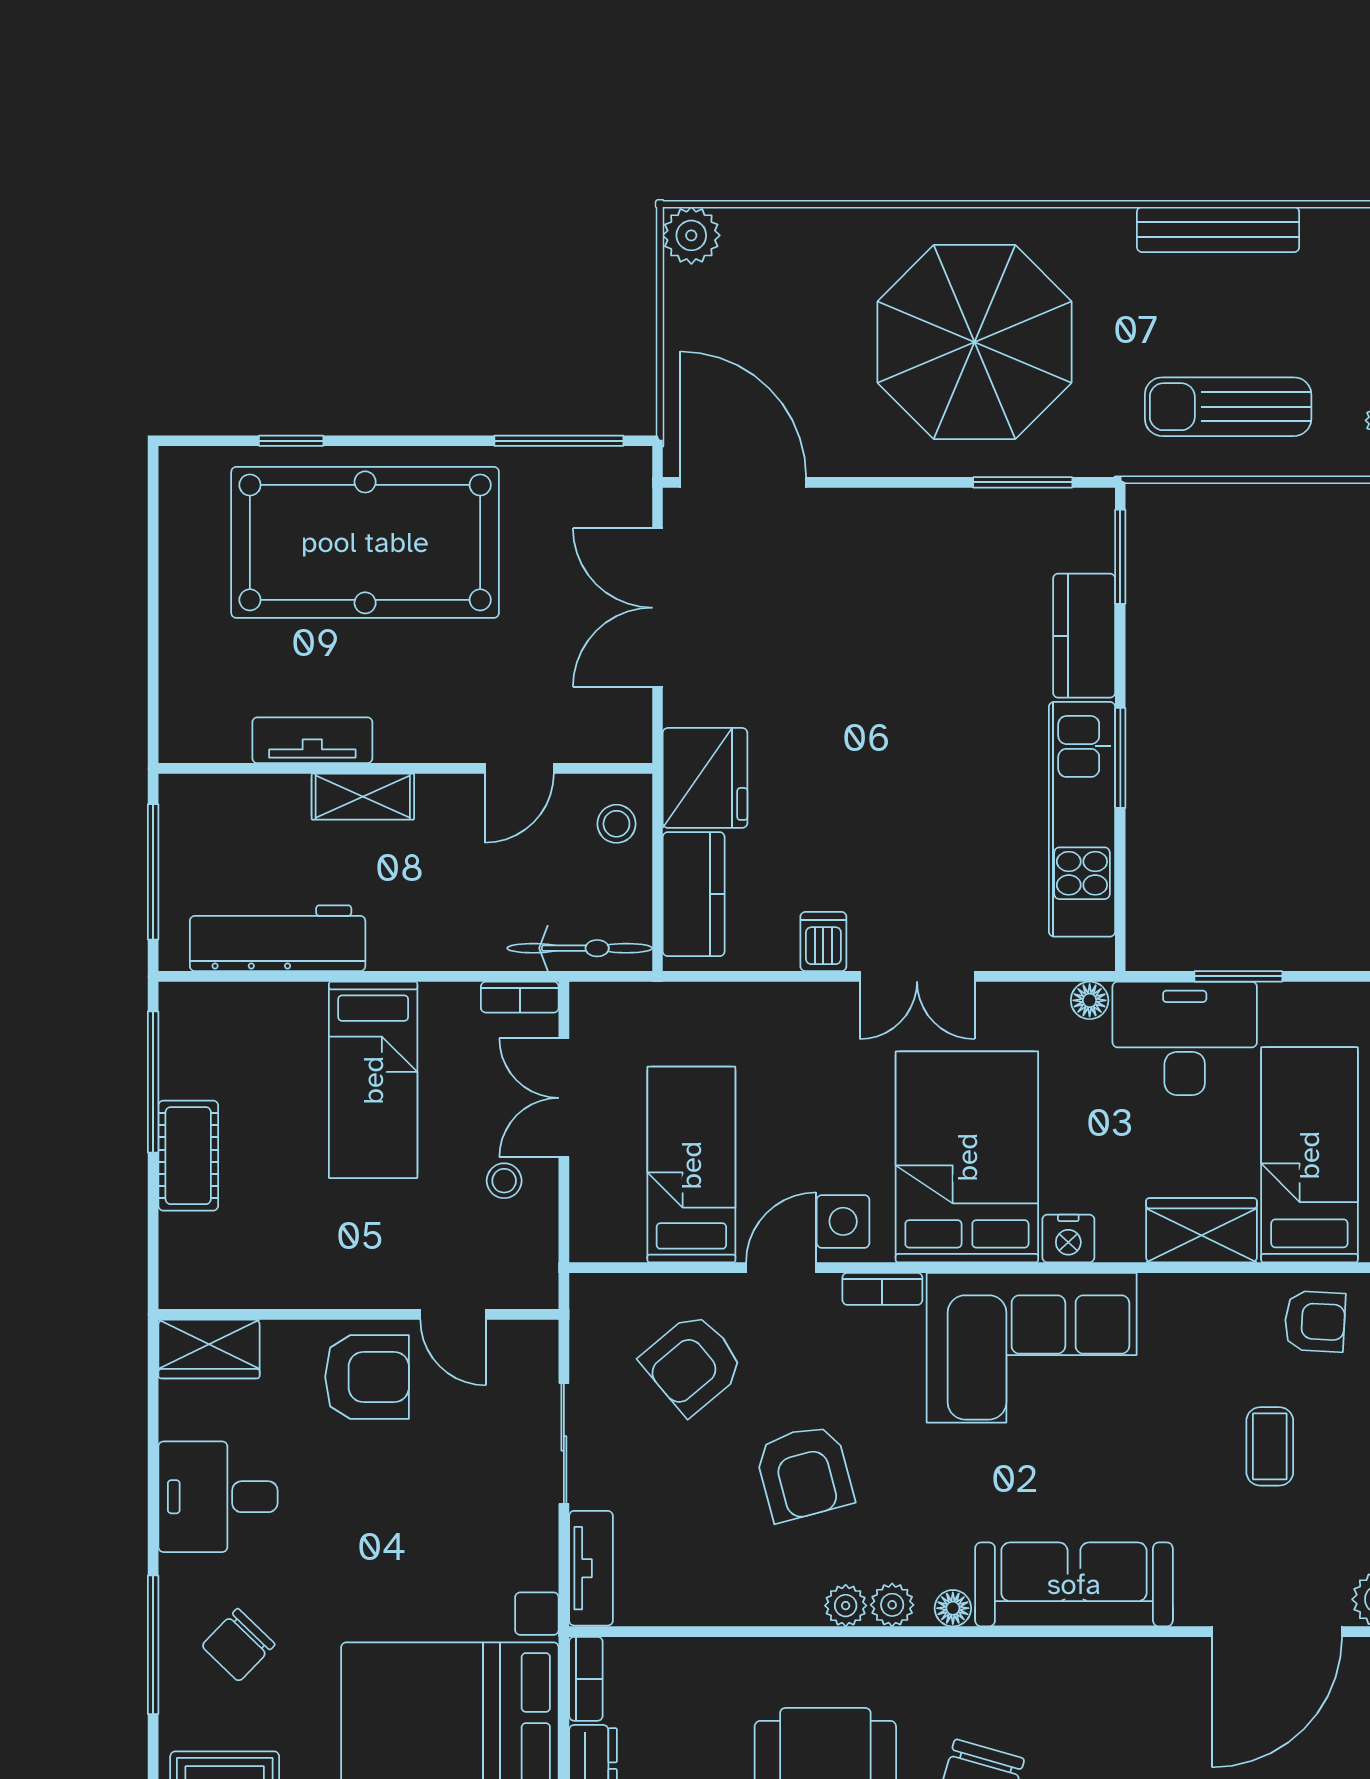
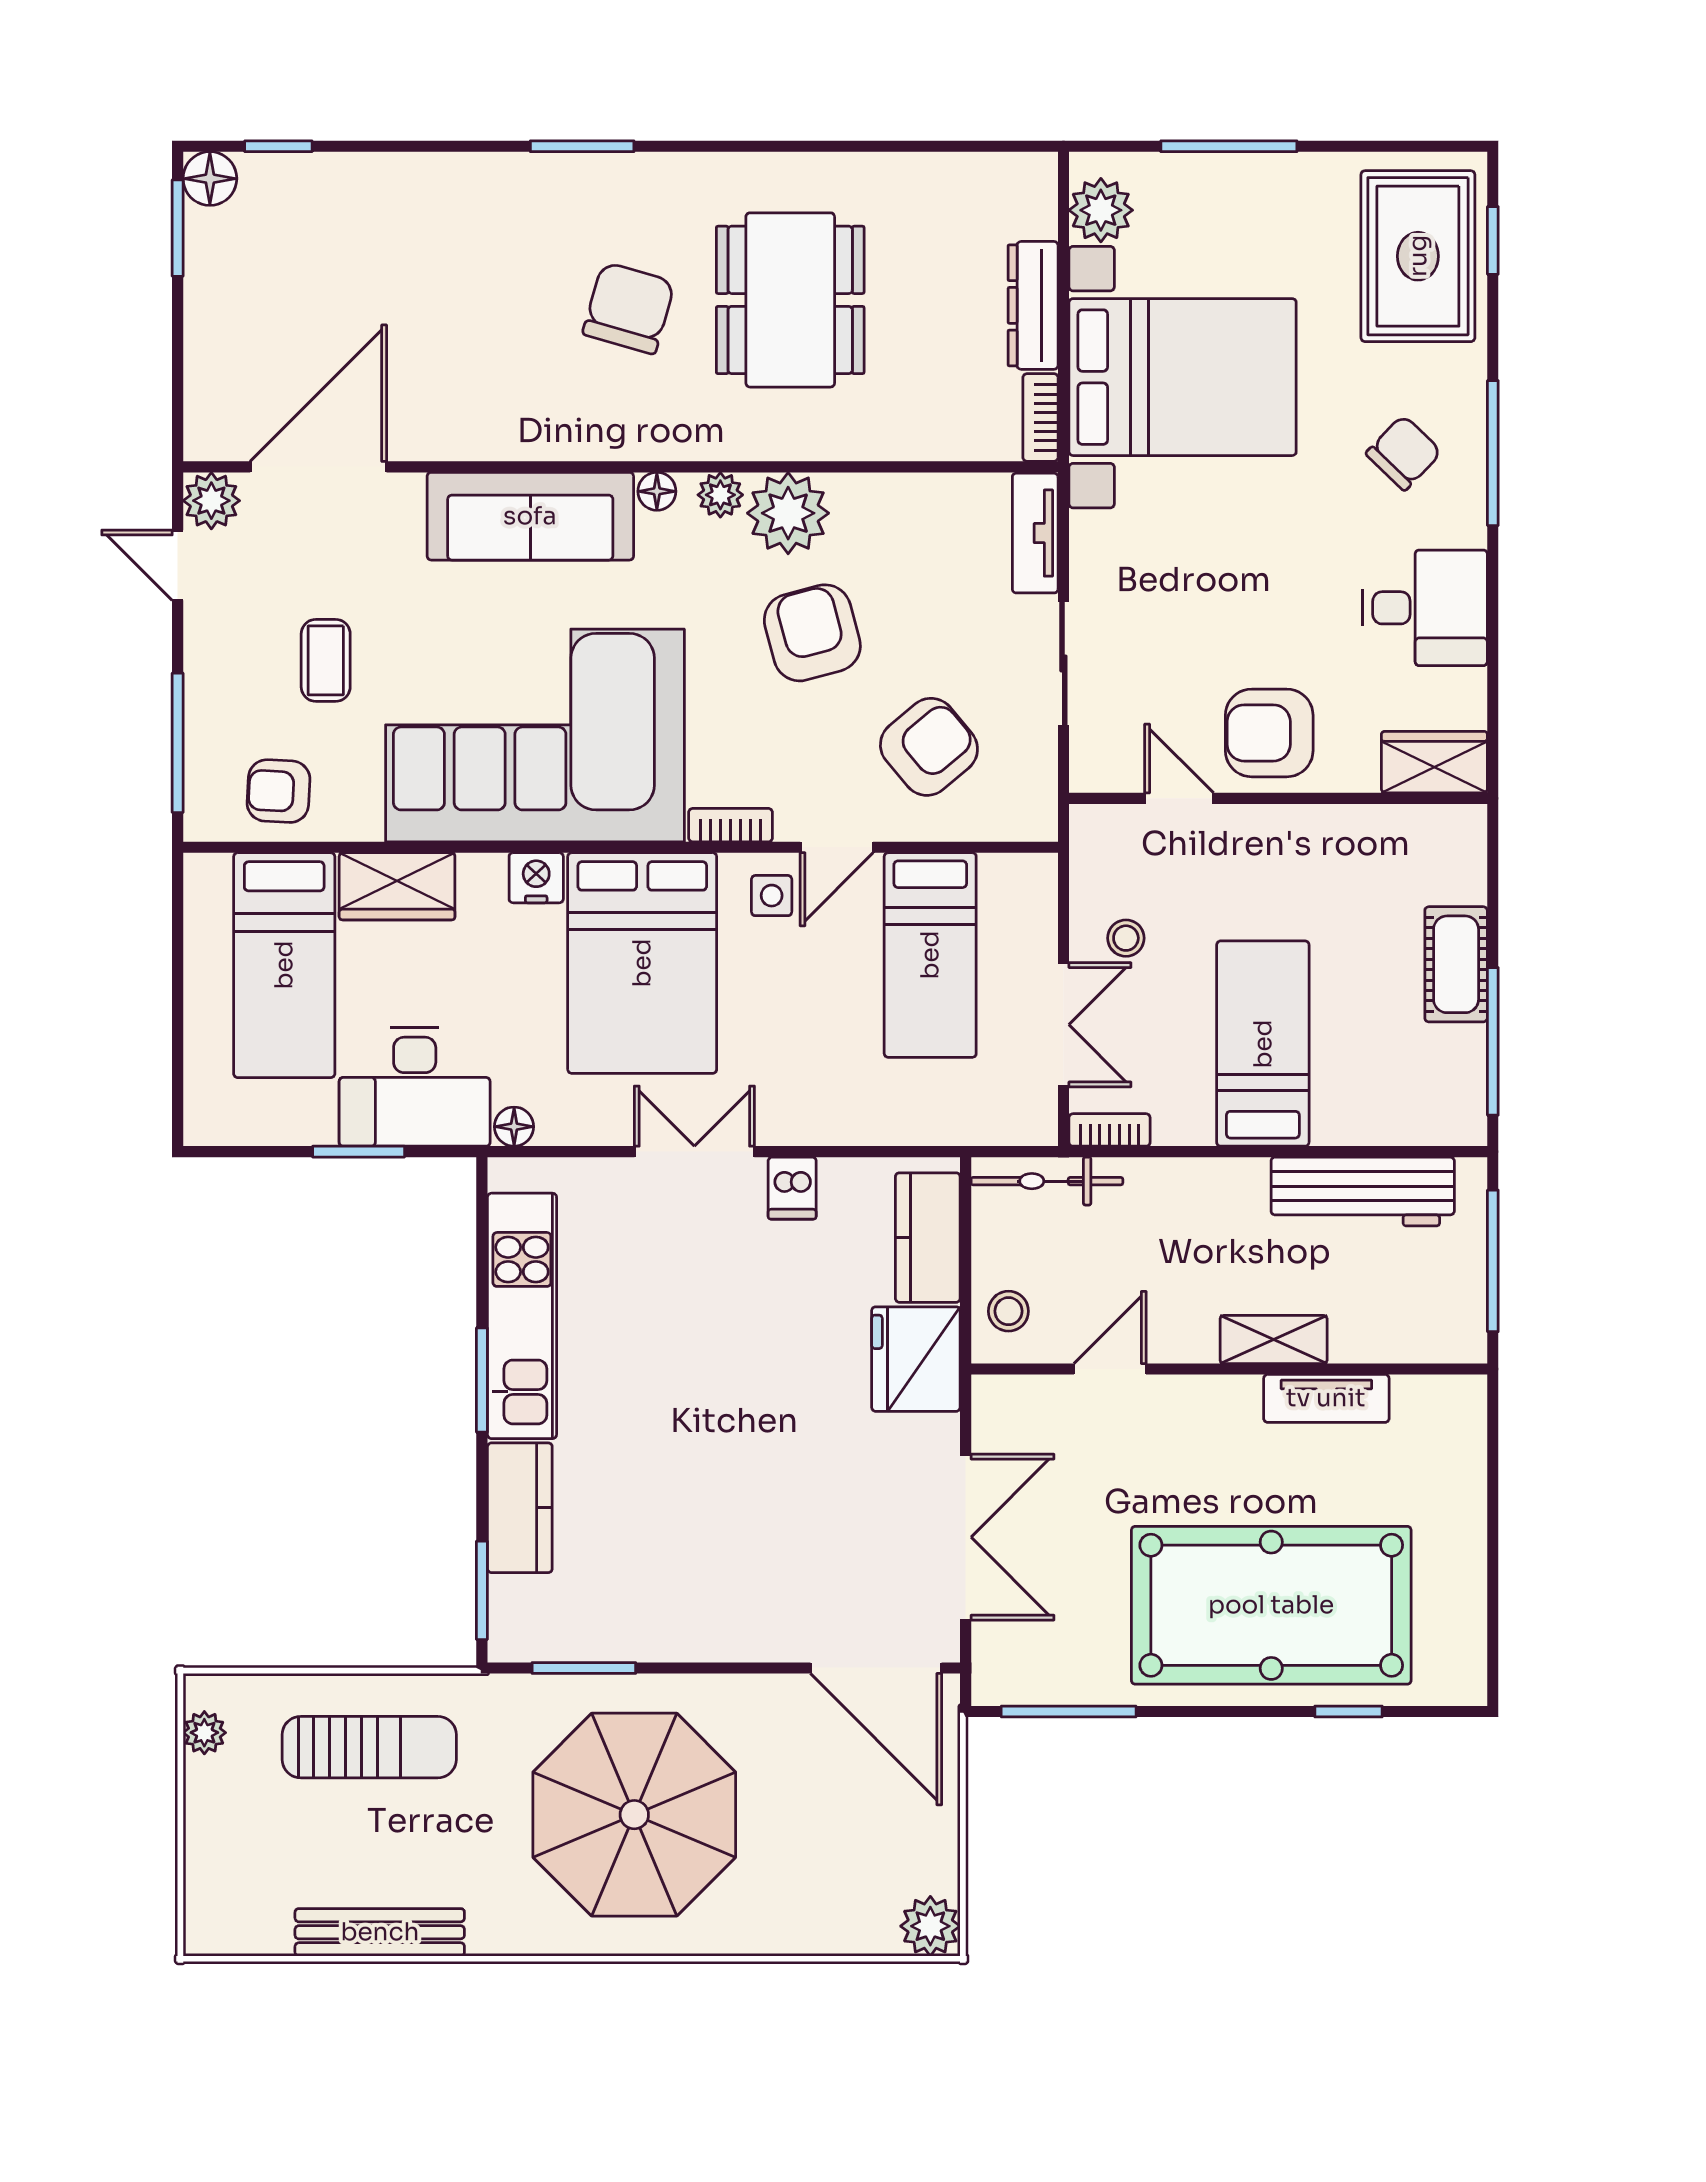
side table: (843, 1221) -> (772, 896), width x0.73, depth x0.73
corner sofa: (1032, 1348) -> (535, 735), width x1.36, depth x1.36
plant: (846, 1606) -> (788, 513), width x1.88, depth x1.88

